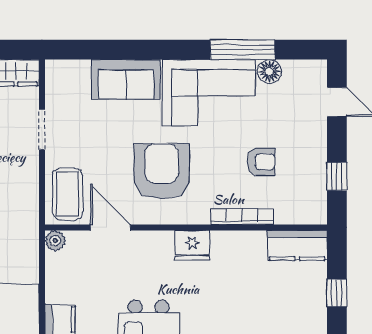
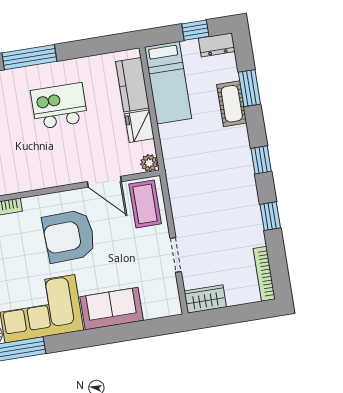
armchair: (162, 171) -> (69, 236), turned 88
fridge: (192, 245) -> (139, 126), moved, turned -90

